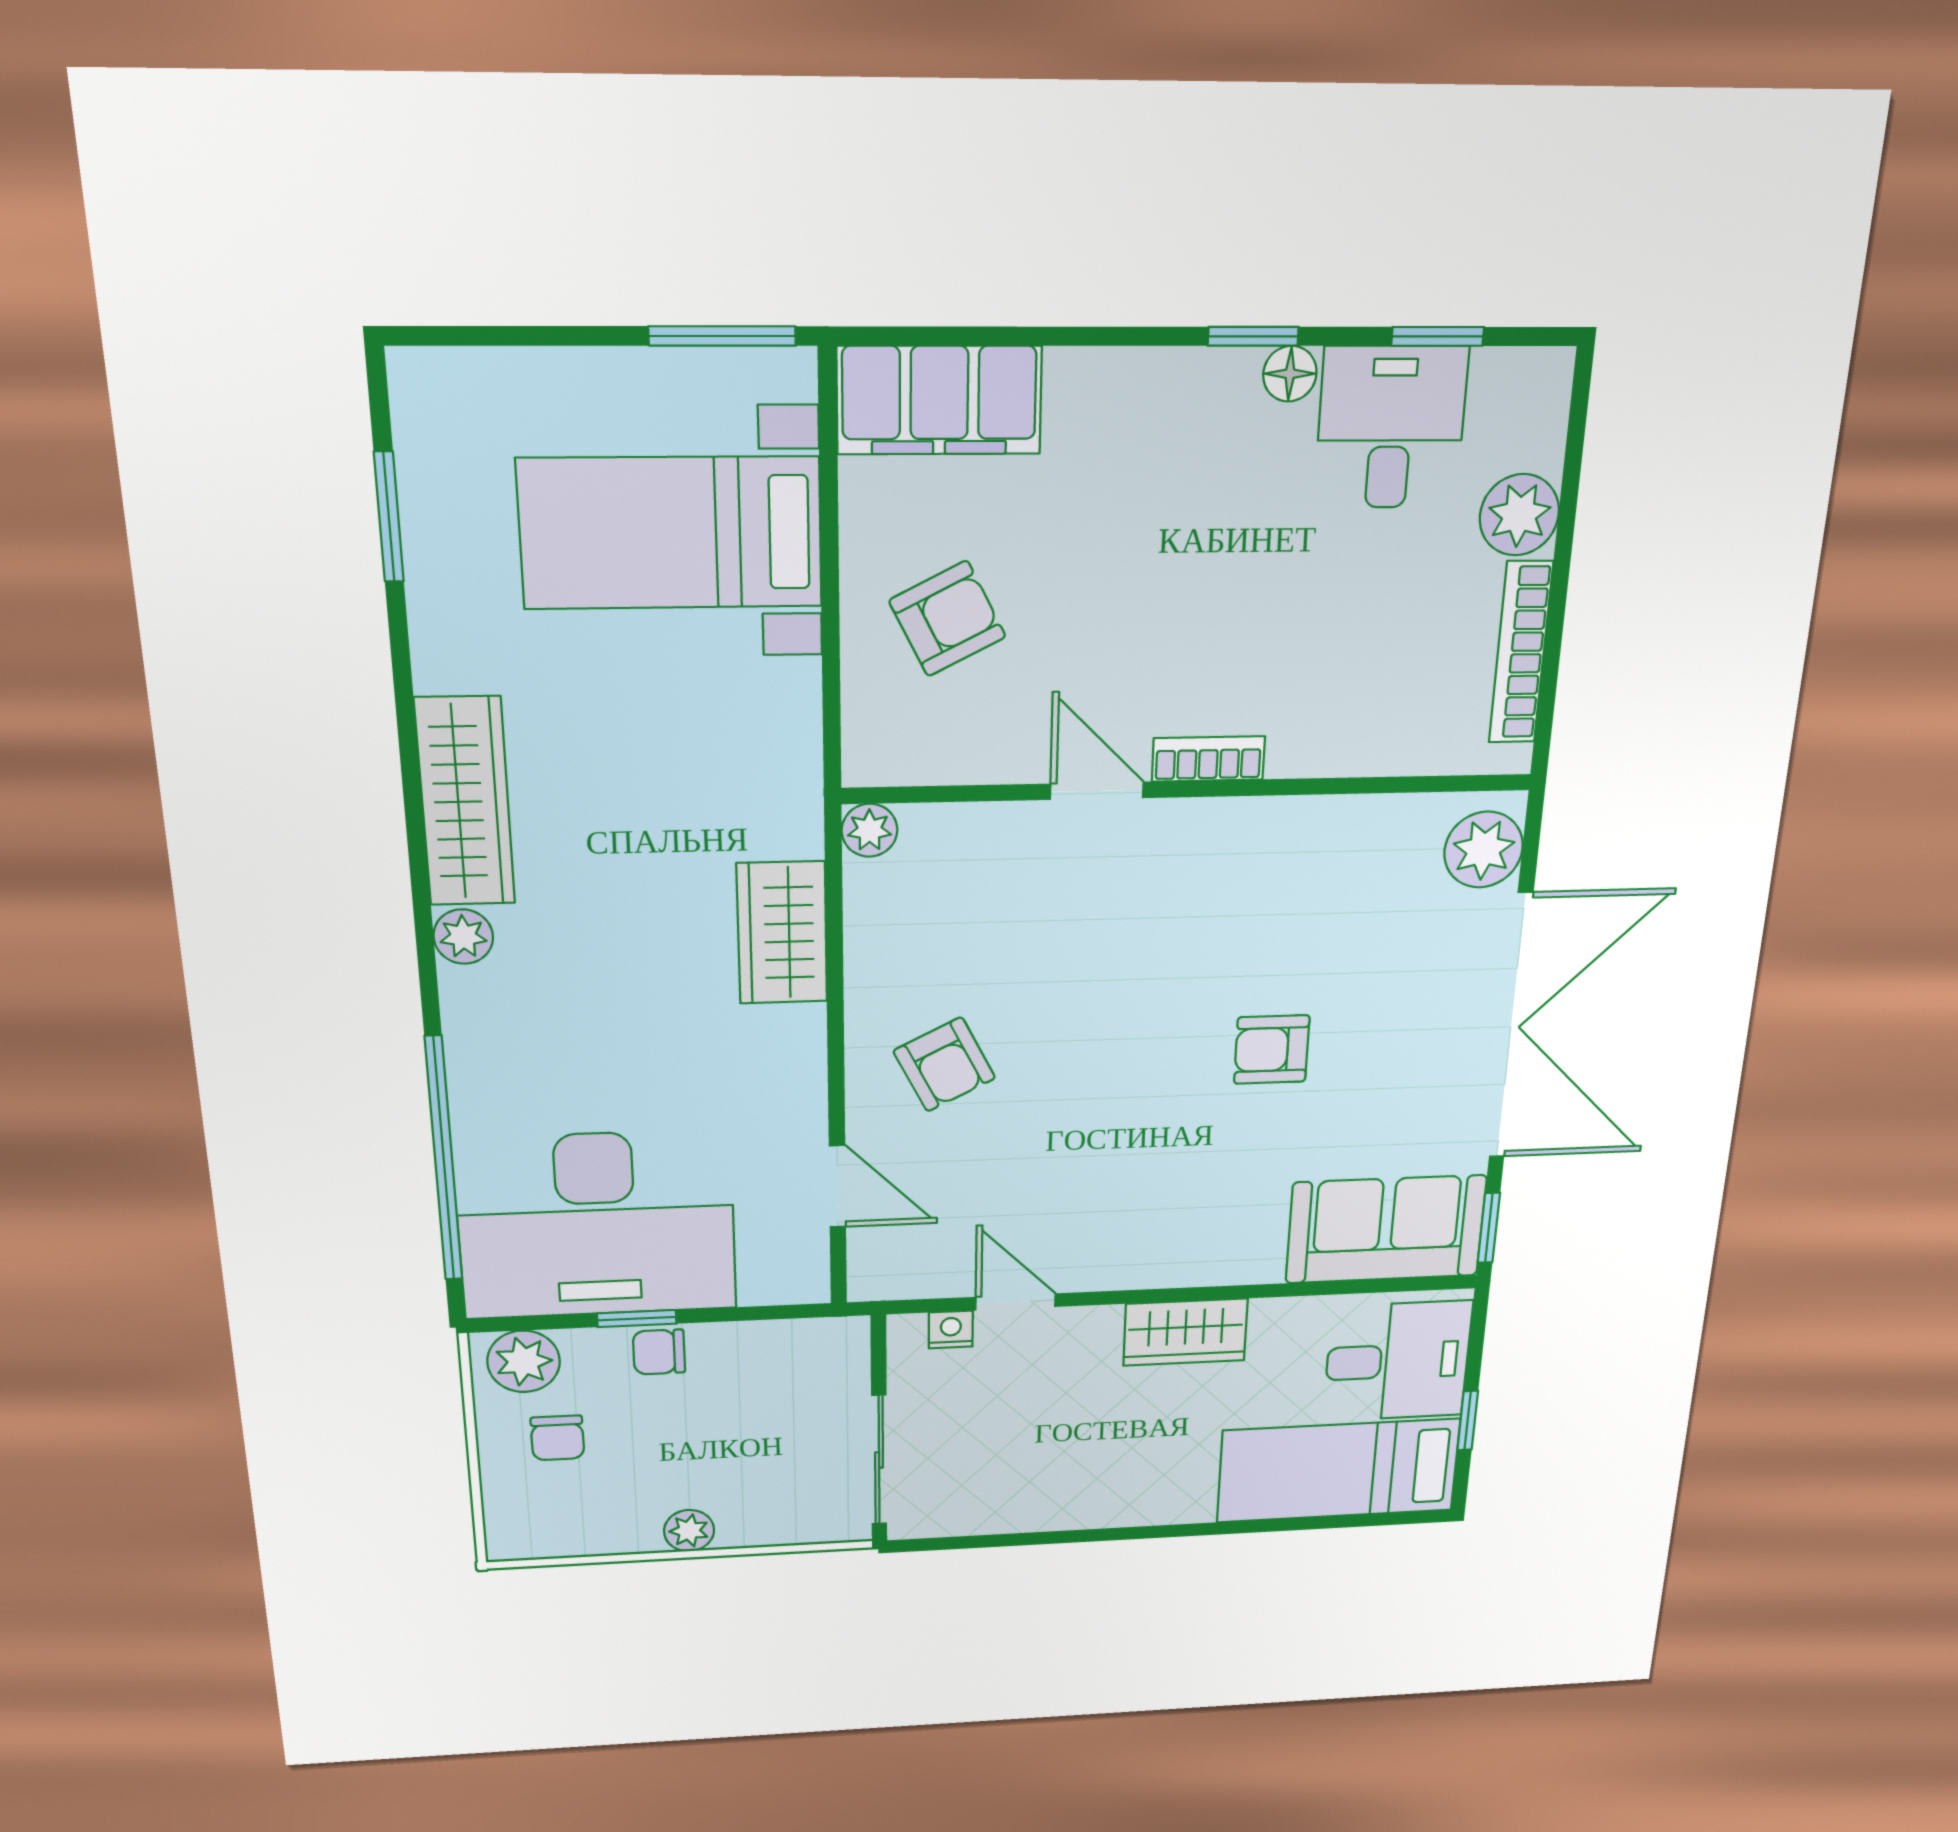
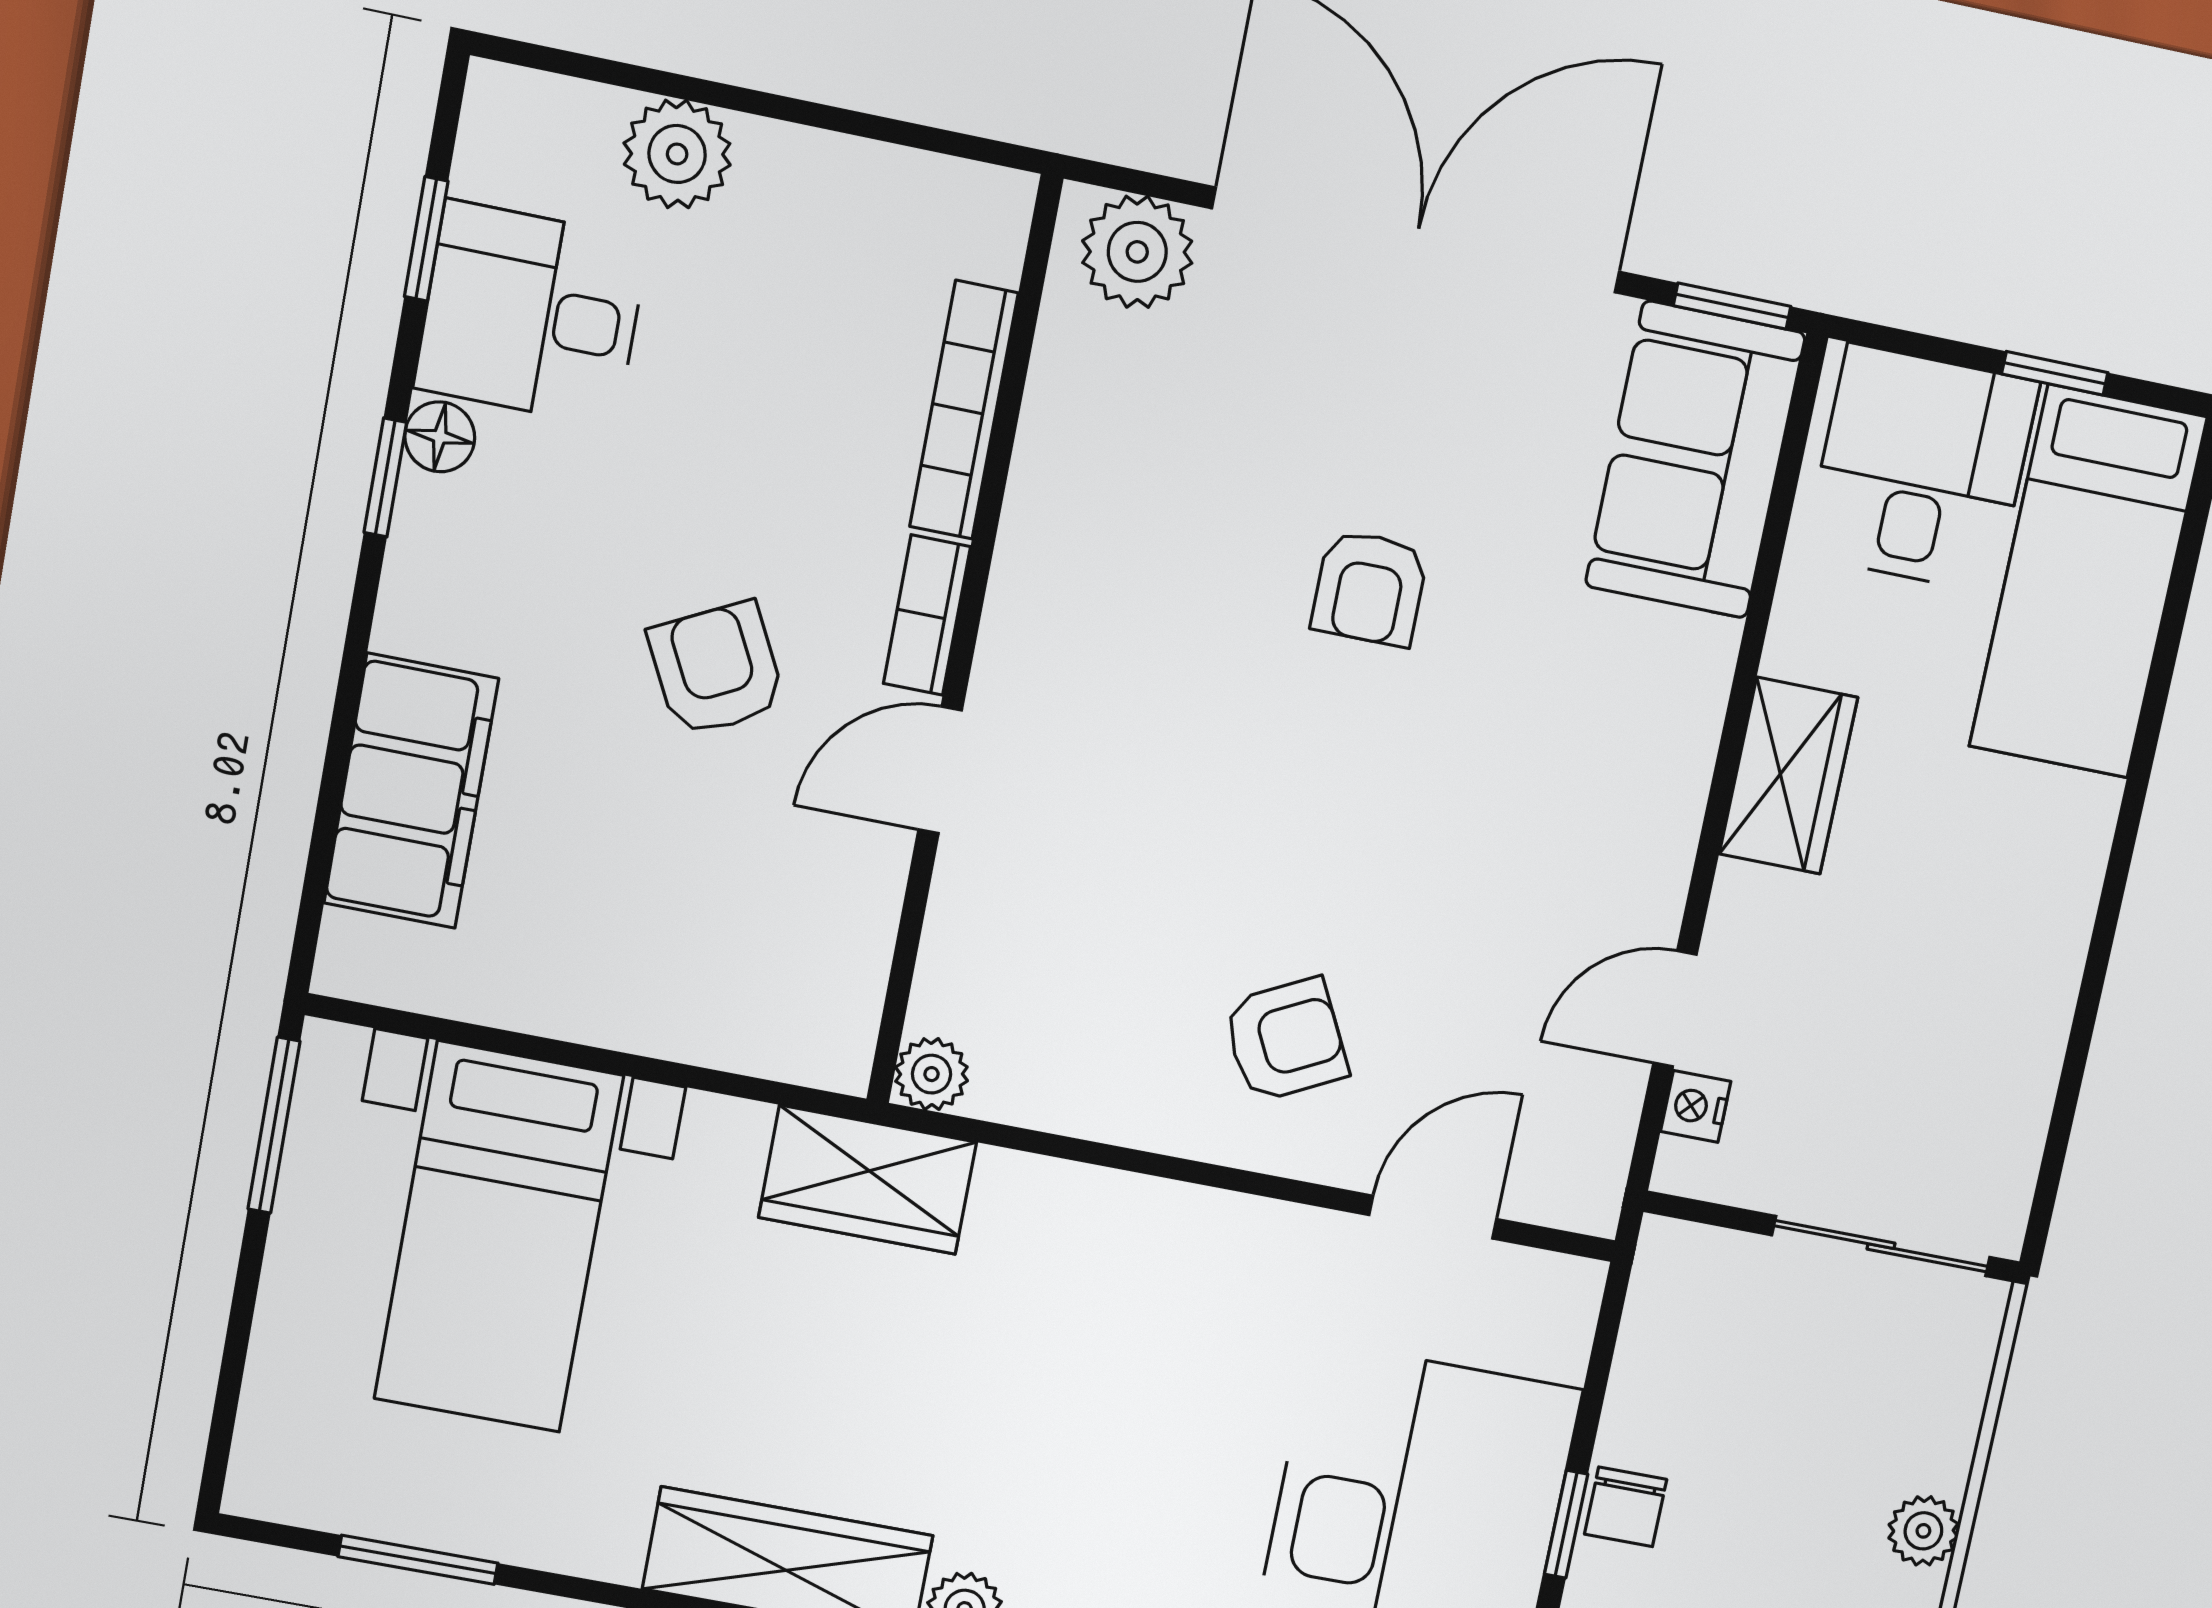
filing cabinet: (939, 400) -> (411, 791), moved
armchair: (947, 619) -> (717, 669), moved
bookcase: (1521, 653) -> (964, 410), moved, turned 90
wardrobe: (782, 933) -> (868, 1180), moved

